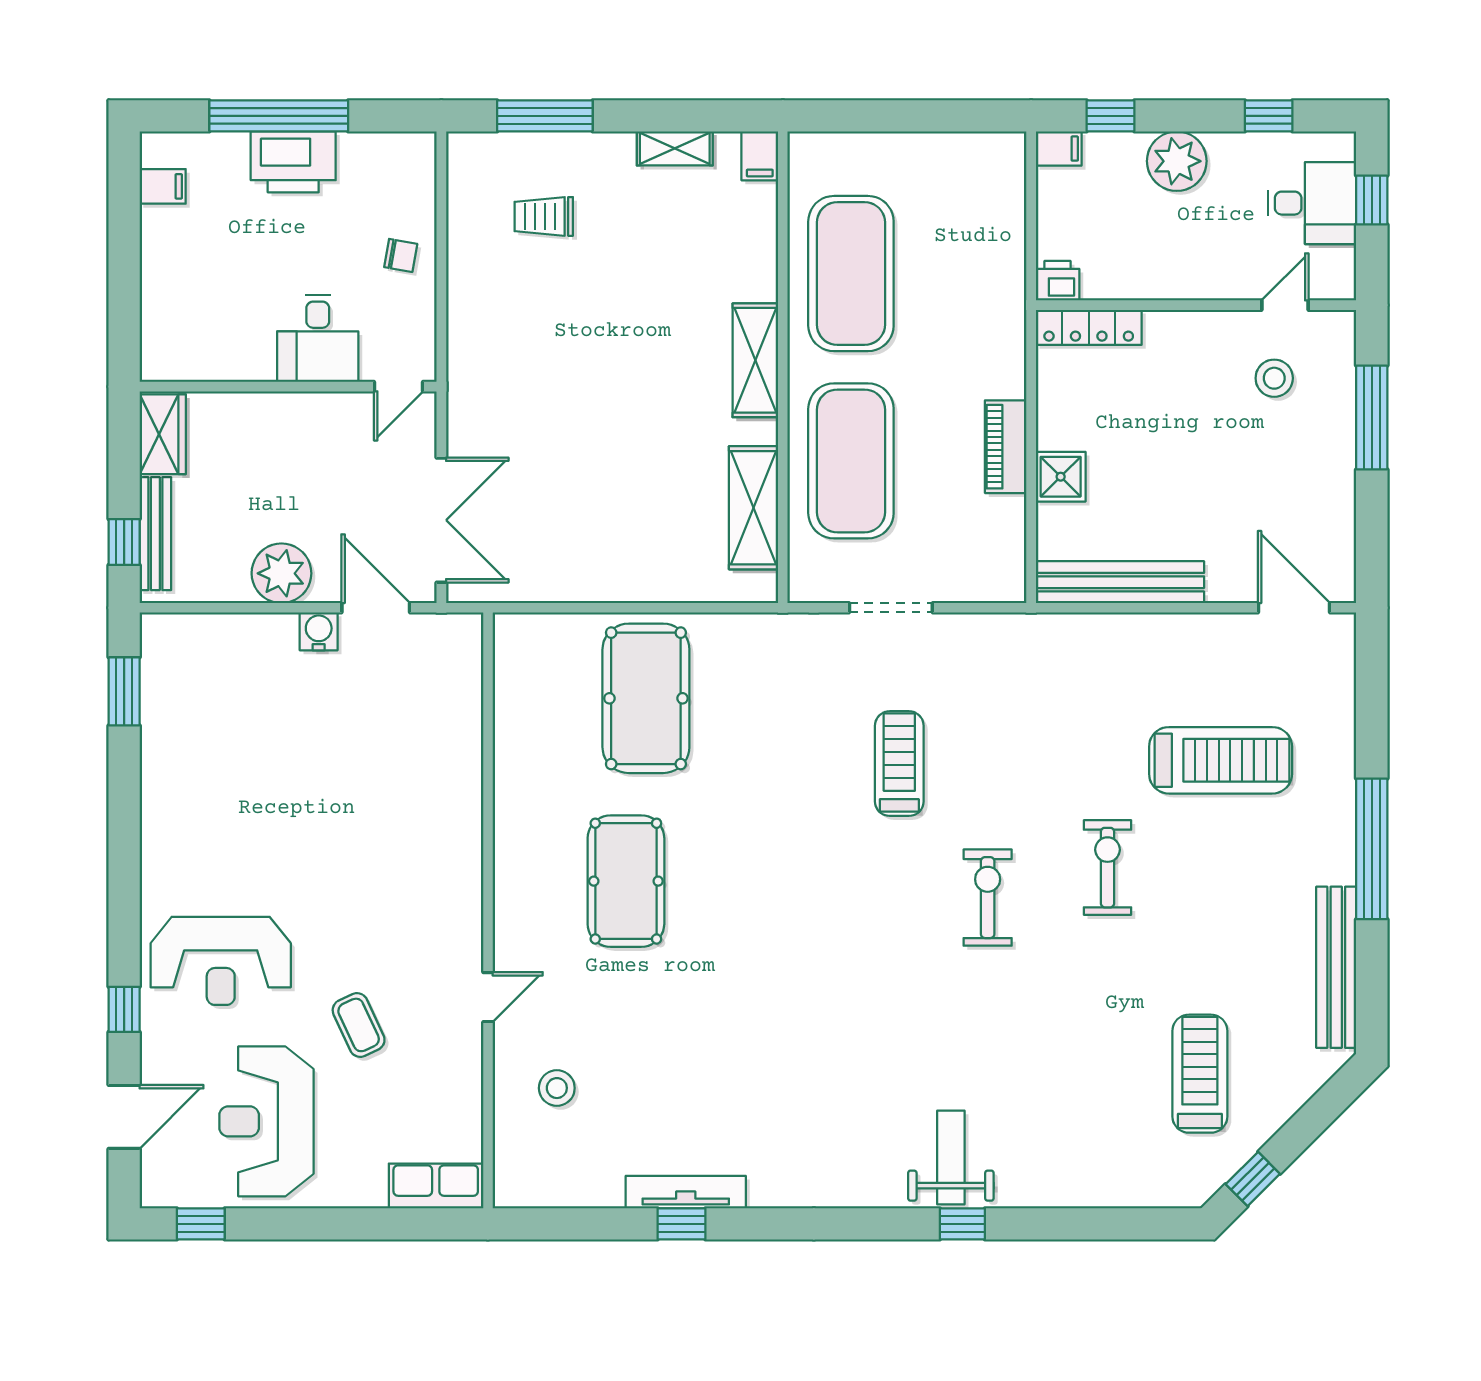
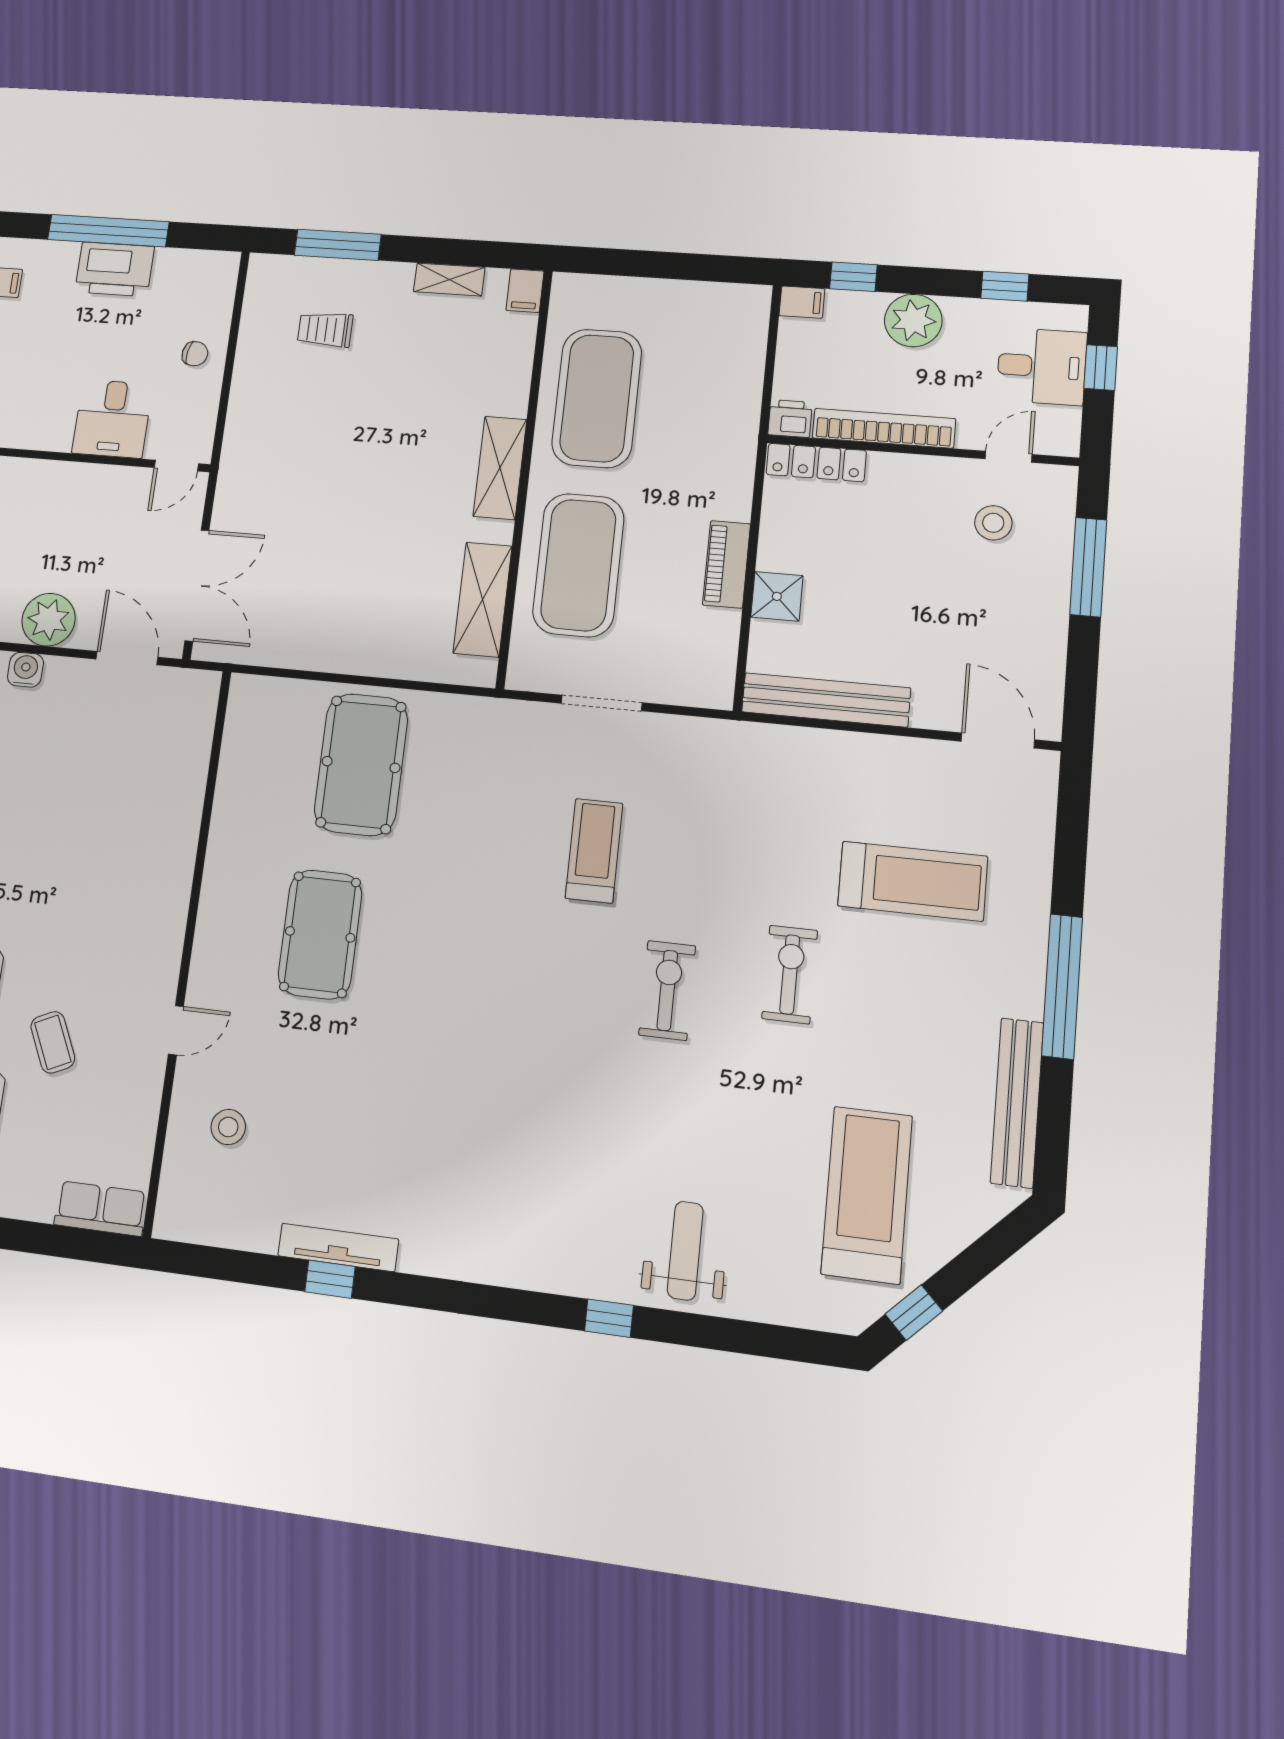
bookcase: (1155, 284) -> (884, 428), added
water cooler: (319, 631) -> (25, 670), moved
treadmill: (1200, 1074) -> (867, 1195), width x1.37, depth x1.38
weight bench: (951, 1157) -> (685, 1251), moved

